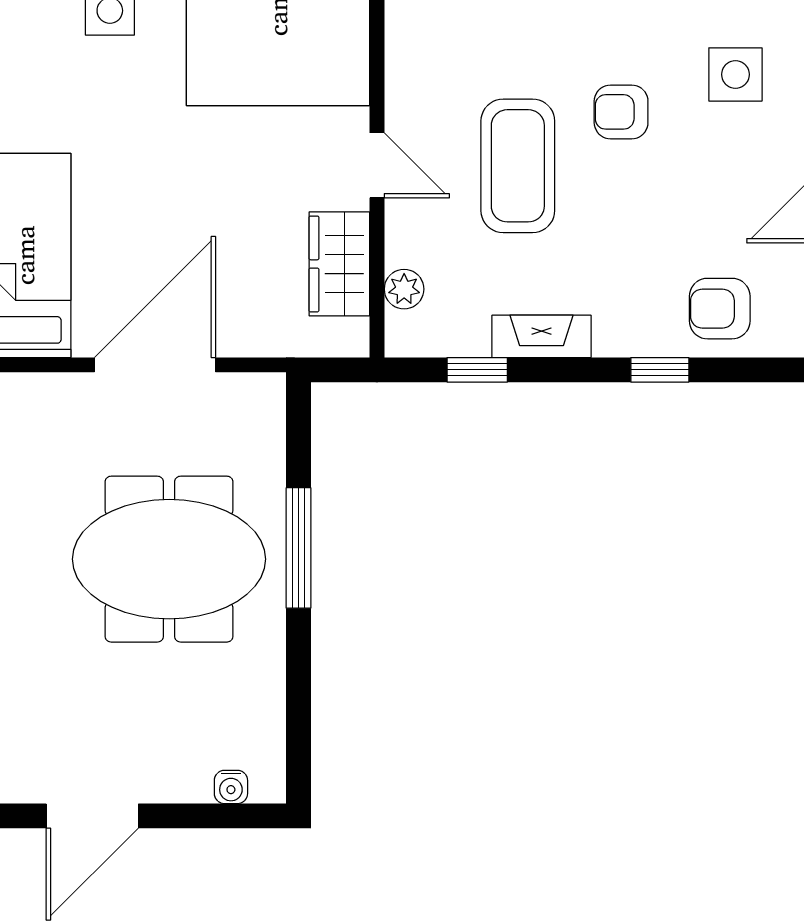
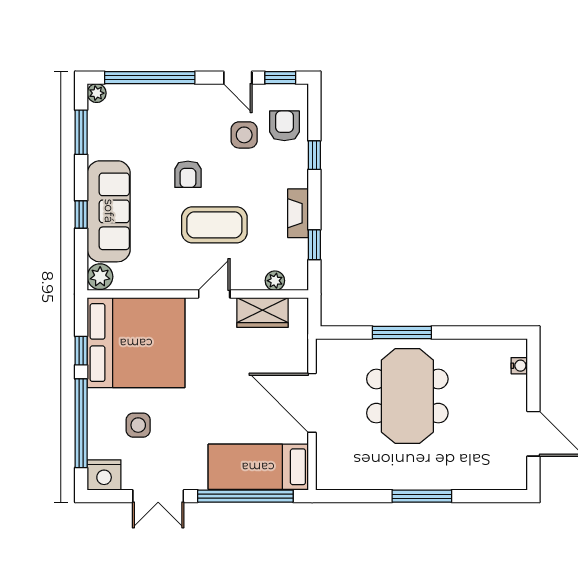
side table: (735, 74) -> (244, 135), moved
armchair: (720, 309) -> (284, 126), turned 180

